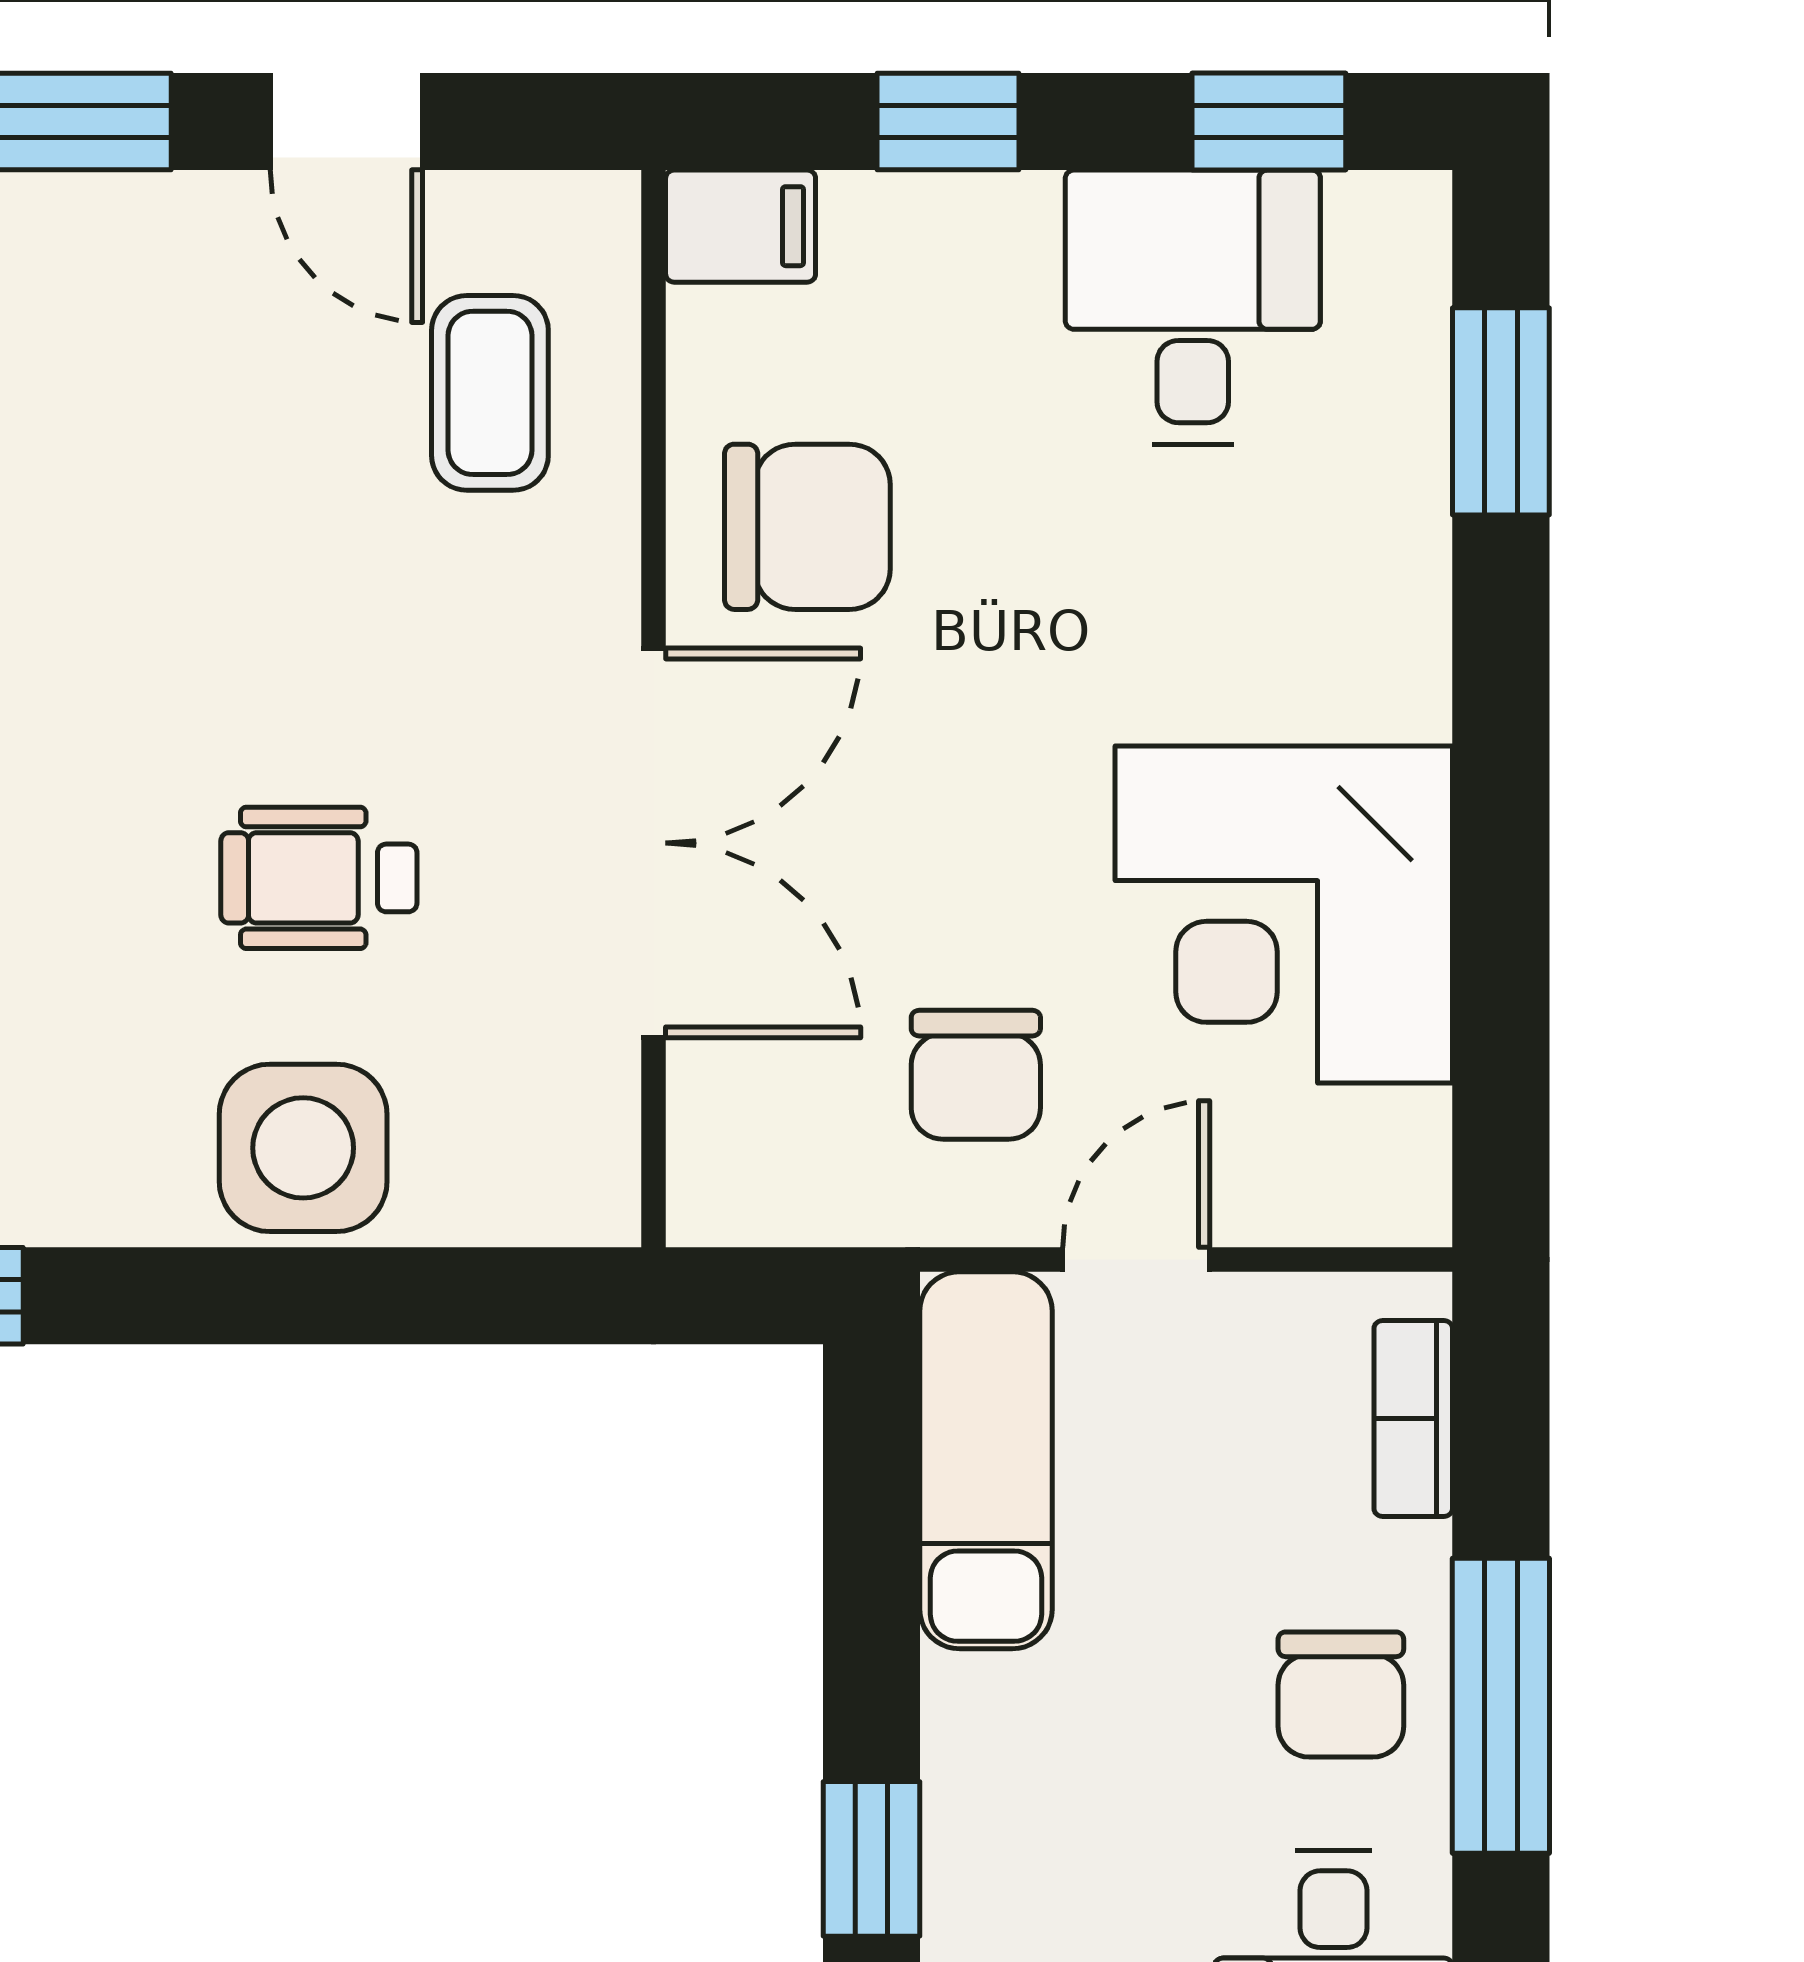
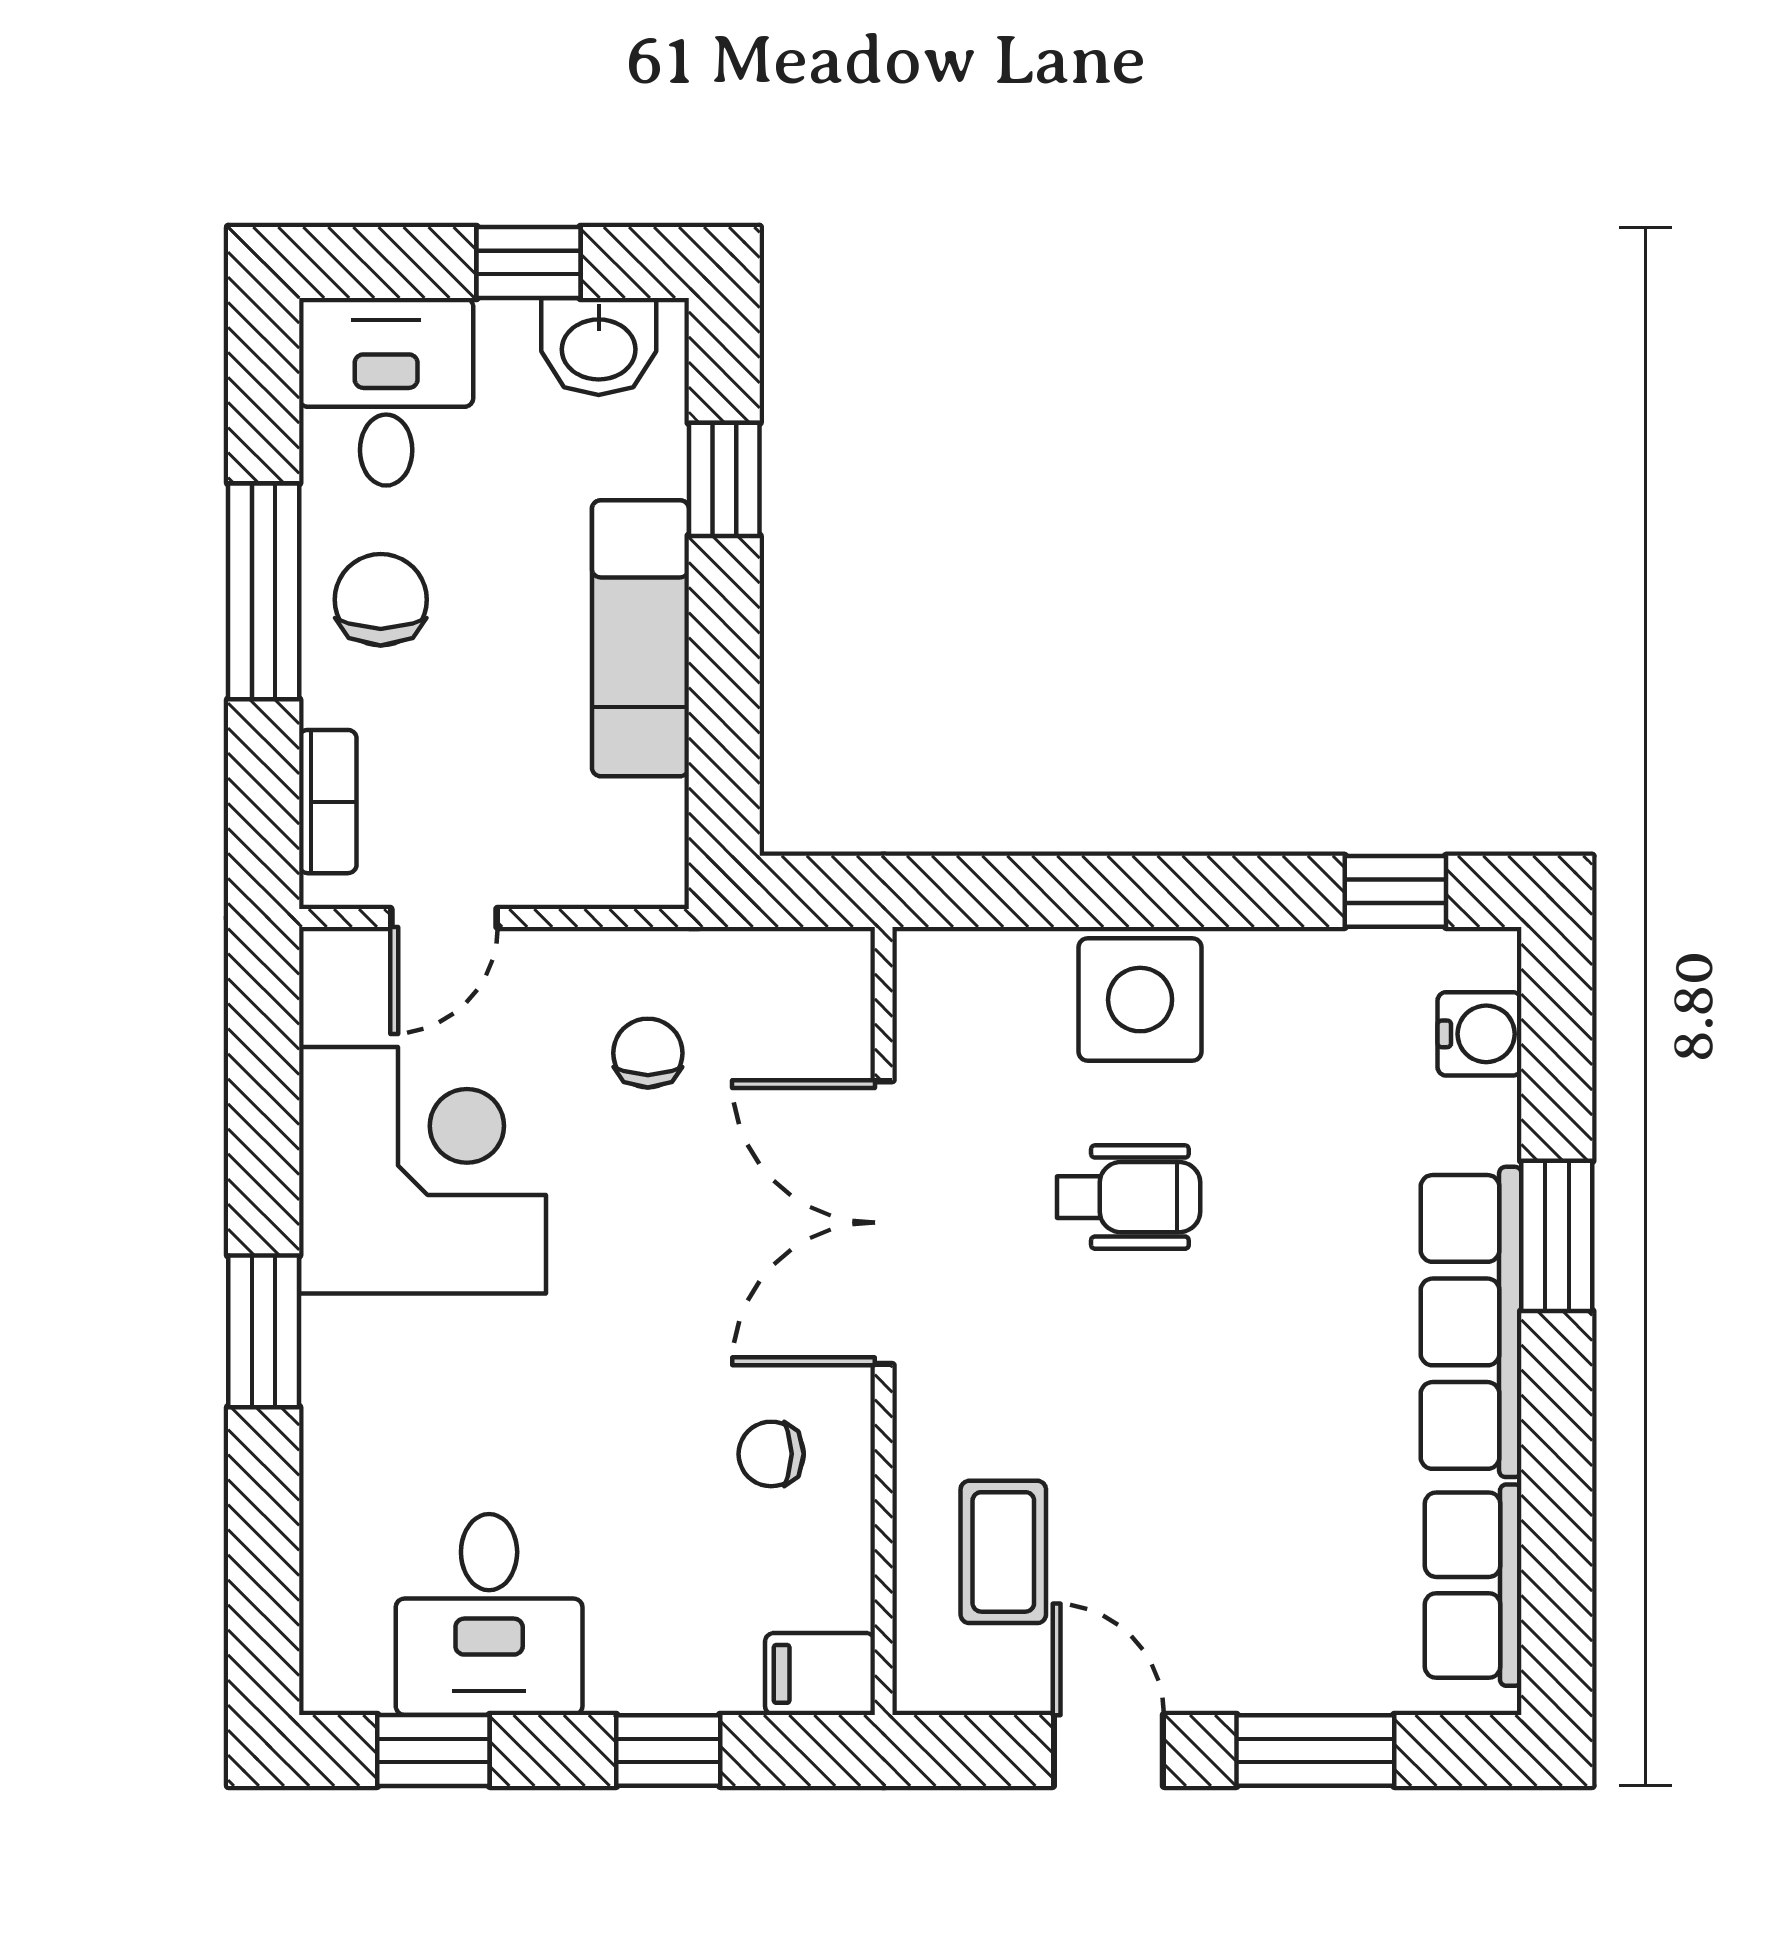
window: (1501, 411) -> (264, 1331), moved
chair: (807, 527) -> (771, 1454), width x0.54, depth x0.54
chair: (976, 1075) -> (648, 1053), width x0.73, depth x0.73
door: (1136, 1259) -> (444, 918), moved
exam couch: (986, 1460) -> (640, 638), moved

